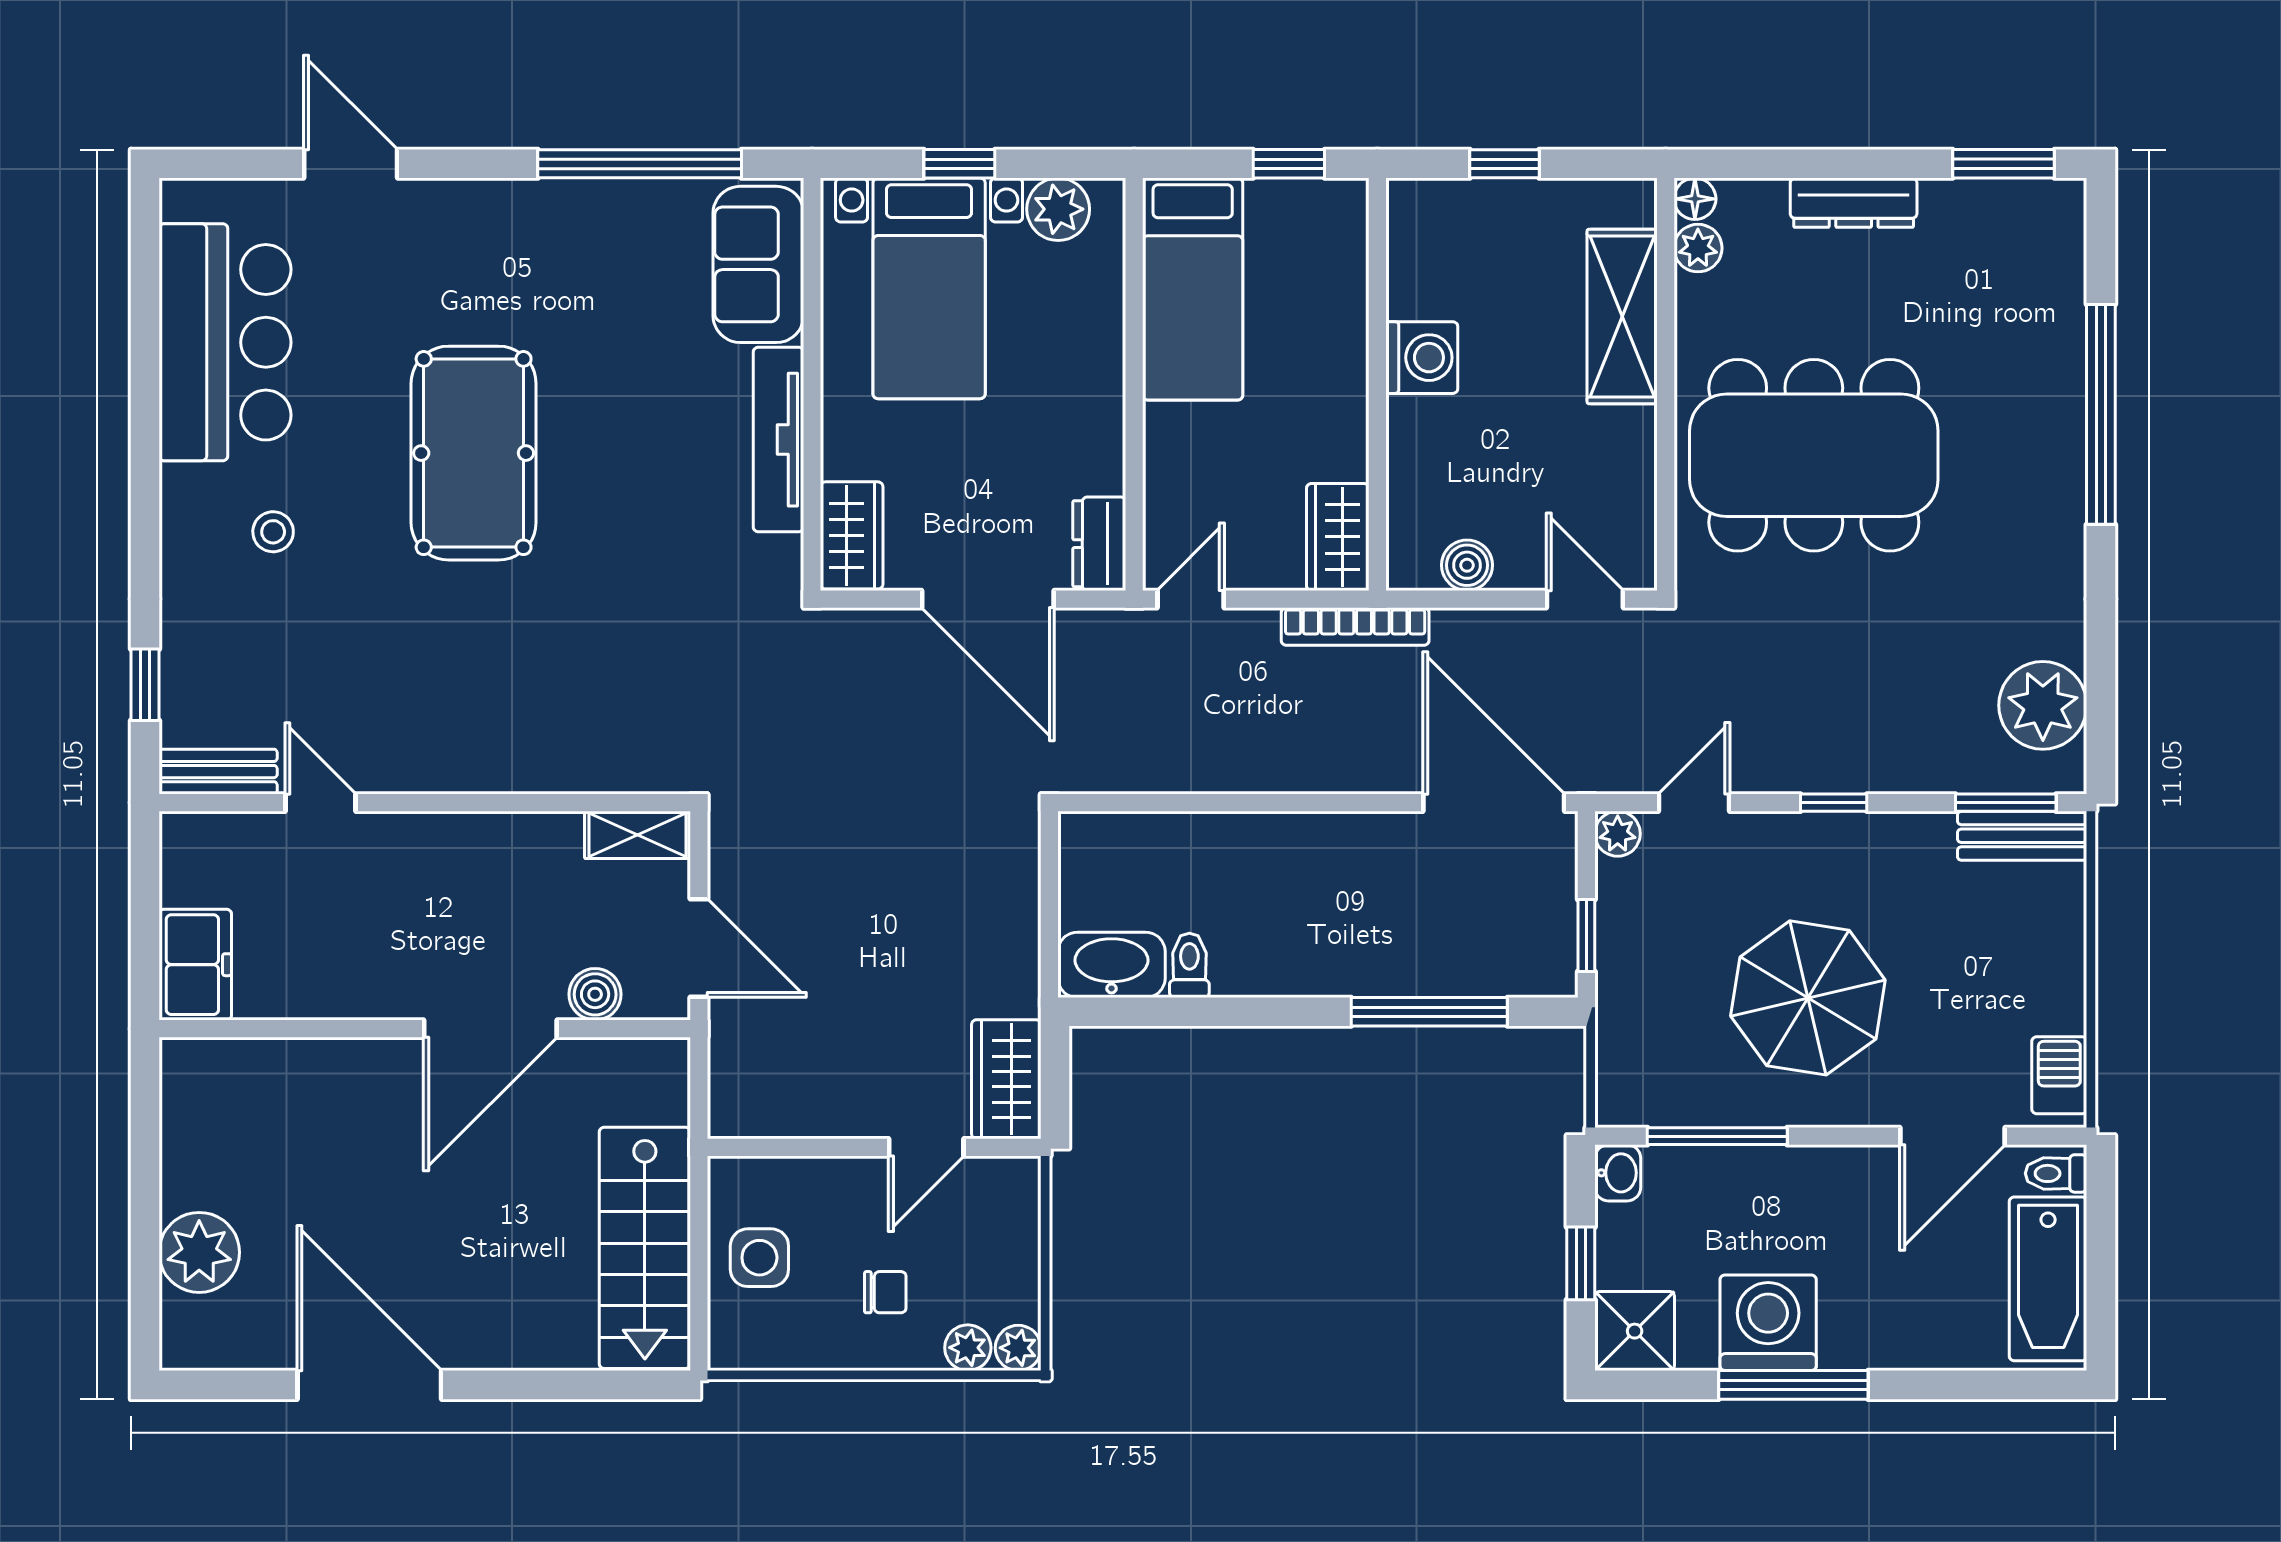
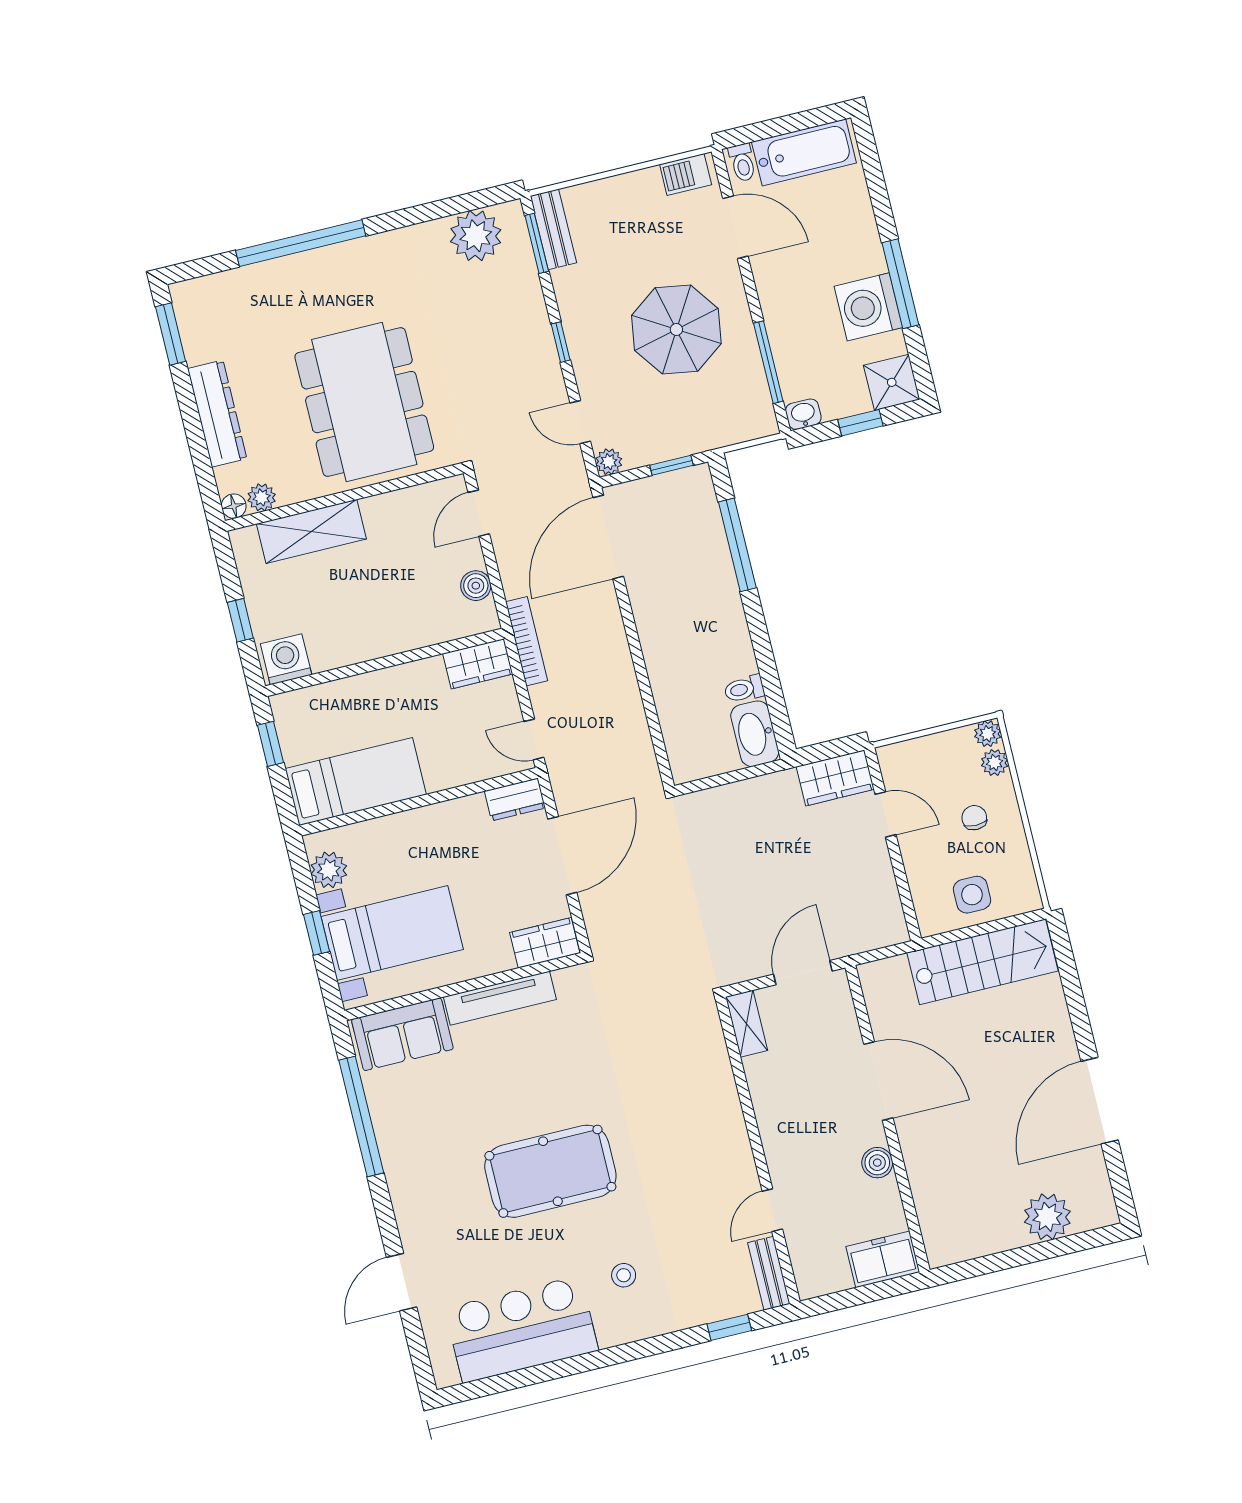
dresser: (1854, 203) -> (217, 414), width x1.37, depth x1.24
washing machine: (1422, 358) -> (286, 659), moved
boiler: (595, 994) -> (877, 1163), moved

